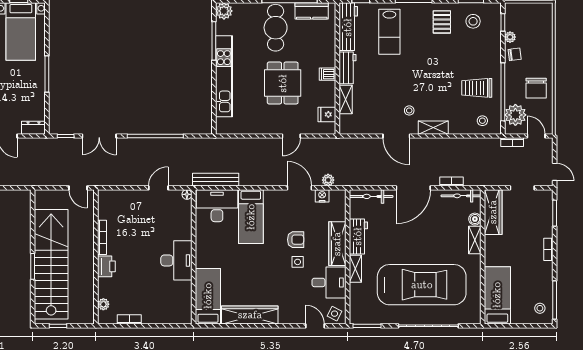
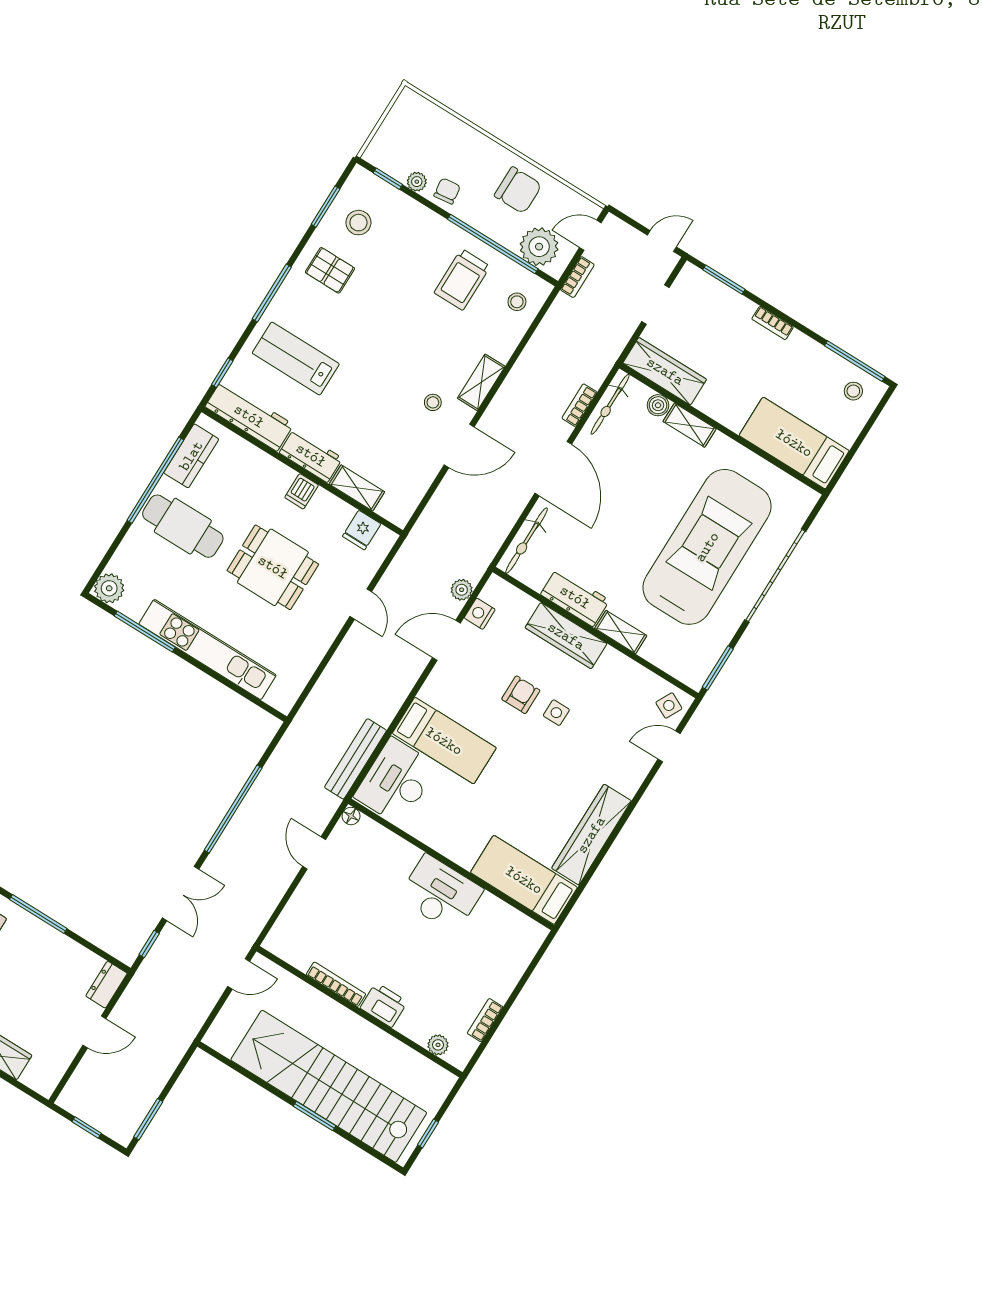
lab bench: (389, 32) -> (296, 358), turned 180
desk: (329, 282) -> (617, 685), removed

